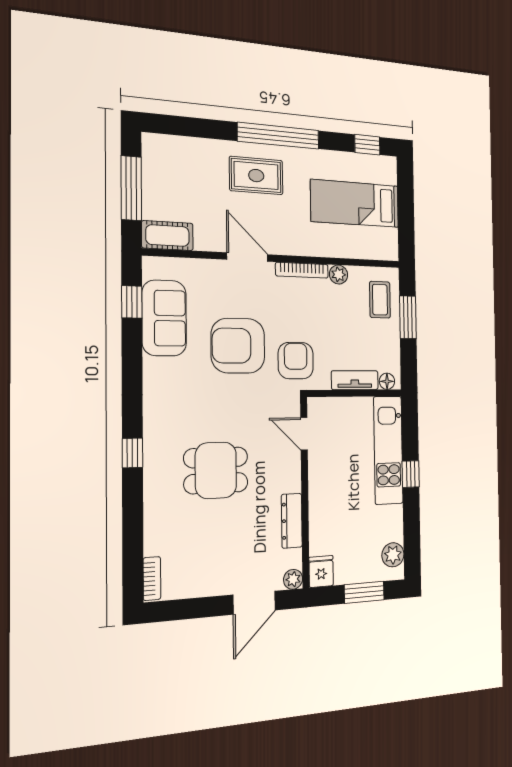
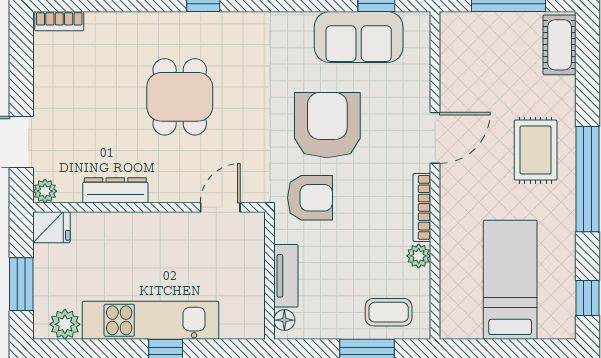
cot: (167, 236) -> (560, 45), moved
kitchen unit: (388, 450) -> (150, 320), moved

